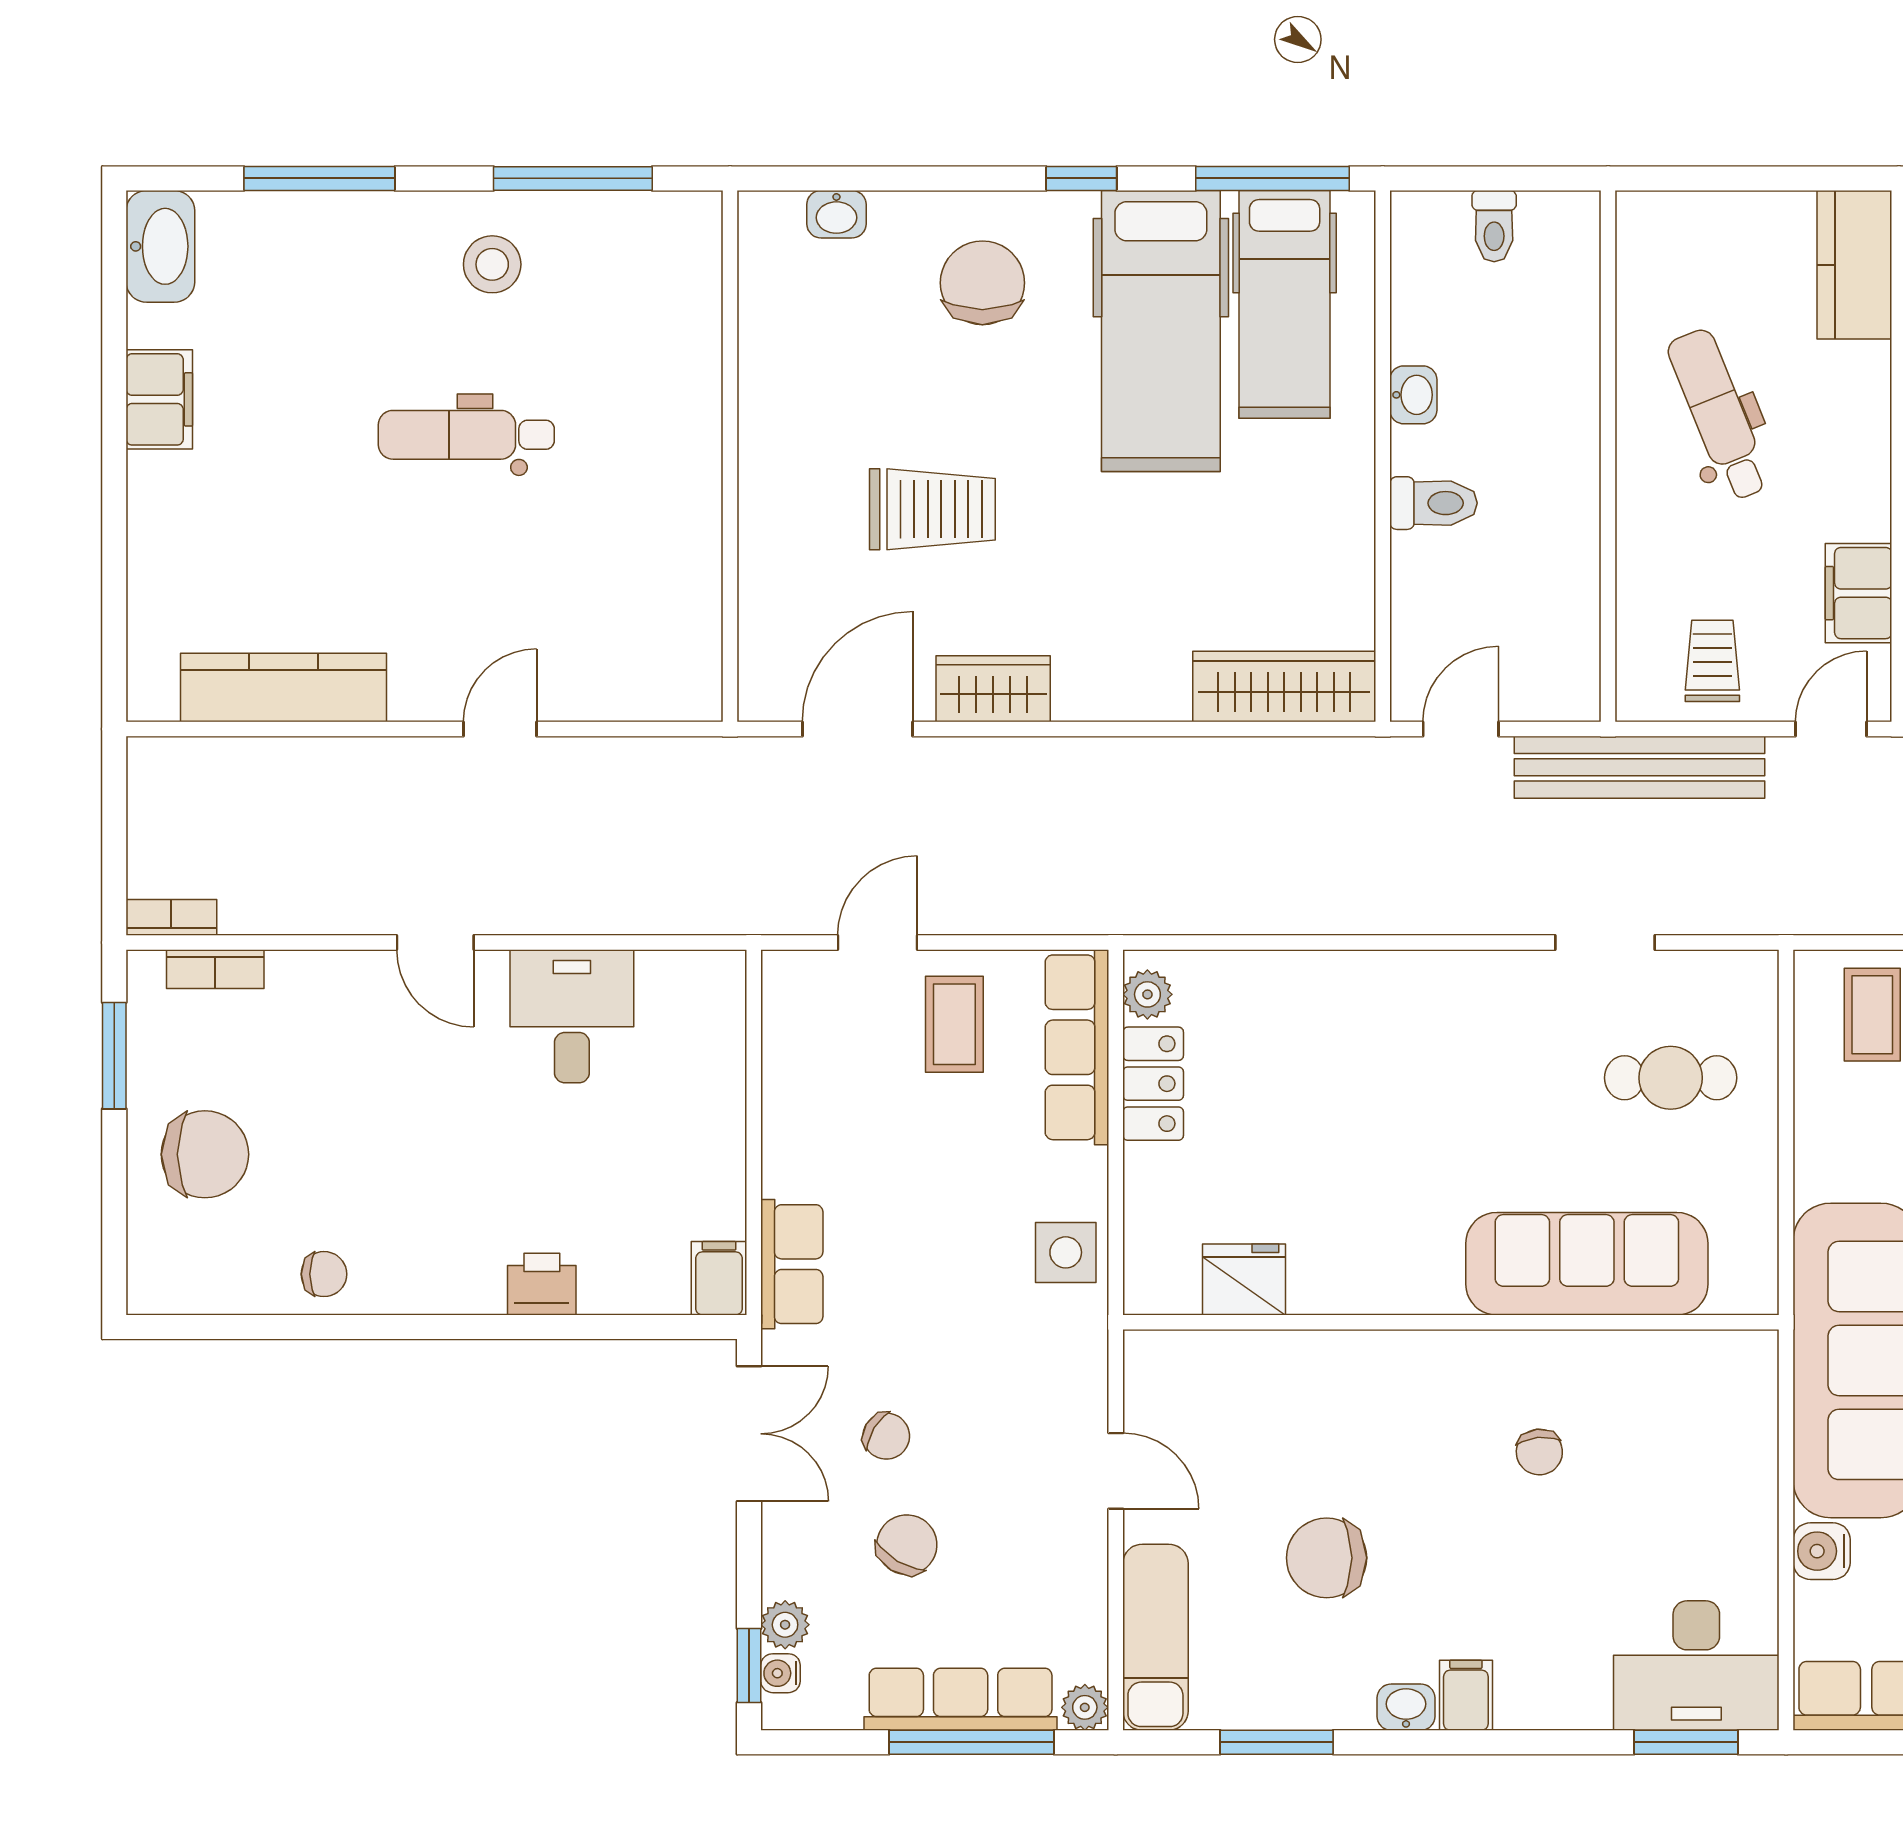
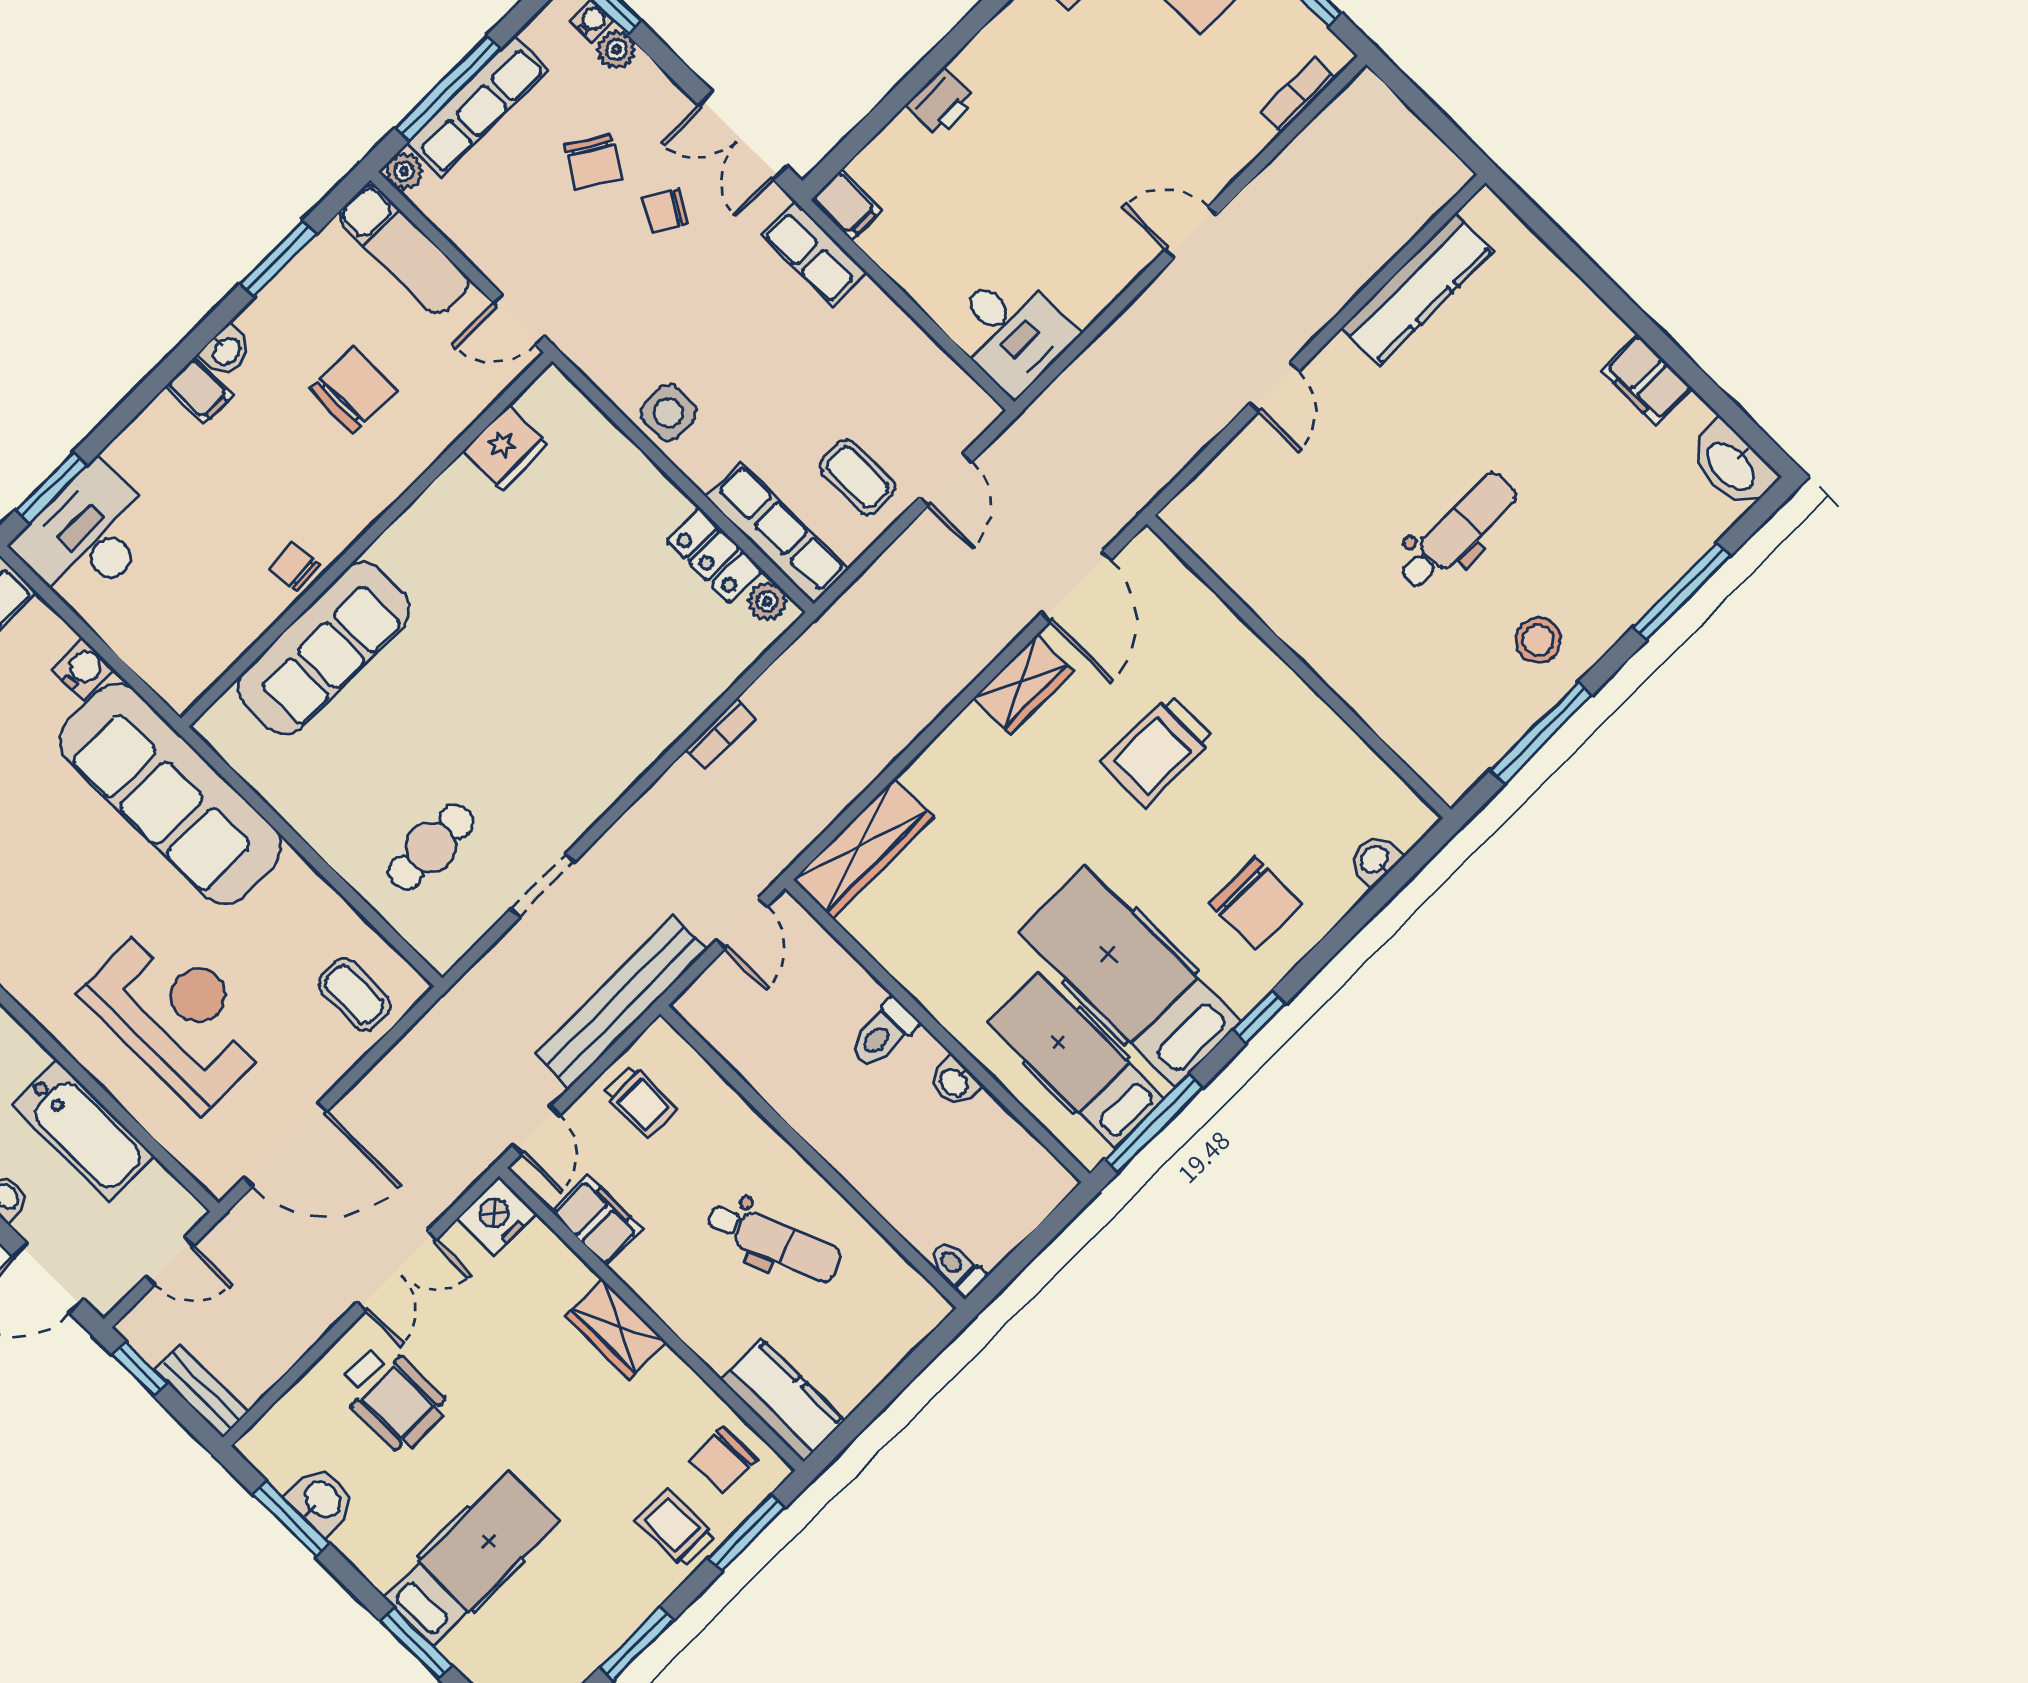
toilet: (1494, 226) -> (957, 1268), moved
bookcase: (171, 917) -> (721, 734), moved
desk: (572, 1016) -> (1011, 331), moved
sofa: (1587, 1264) -> (324, 648), moved
fridge: (1244, 1280) -> (505, 448), moved
wall: (1451, 1322) -> (366, 540), moved

